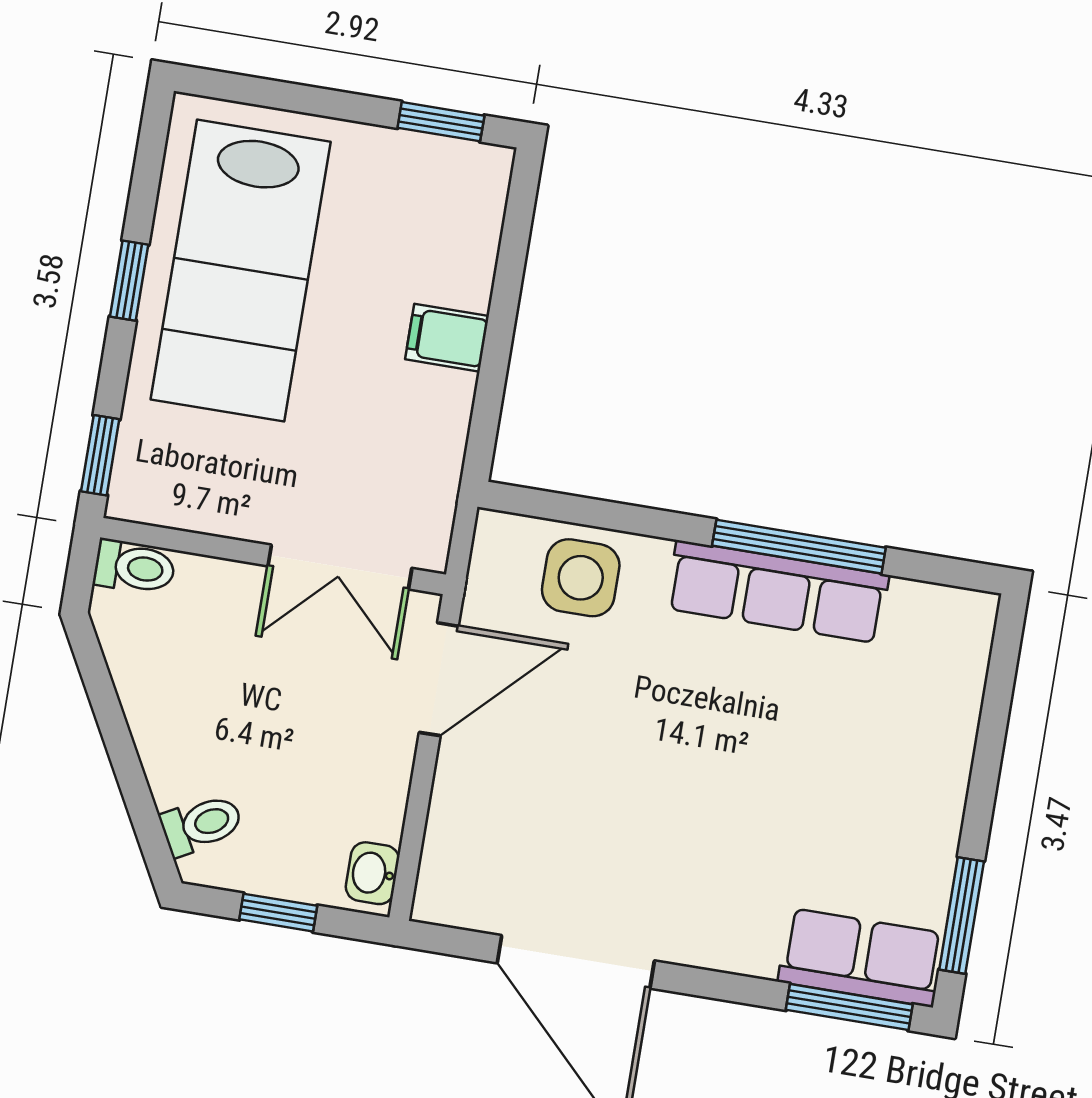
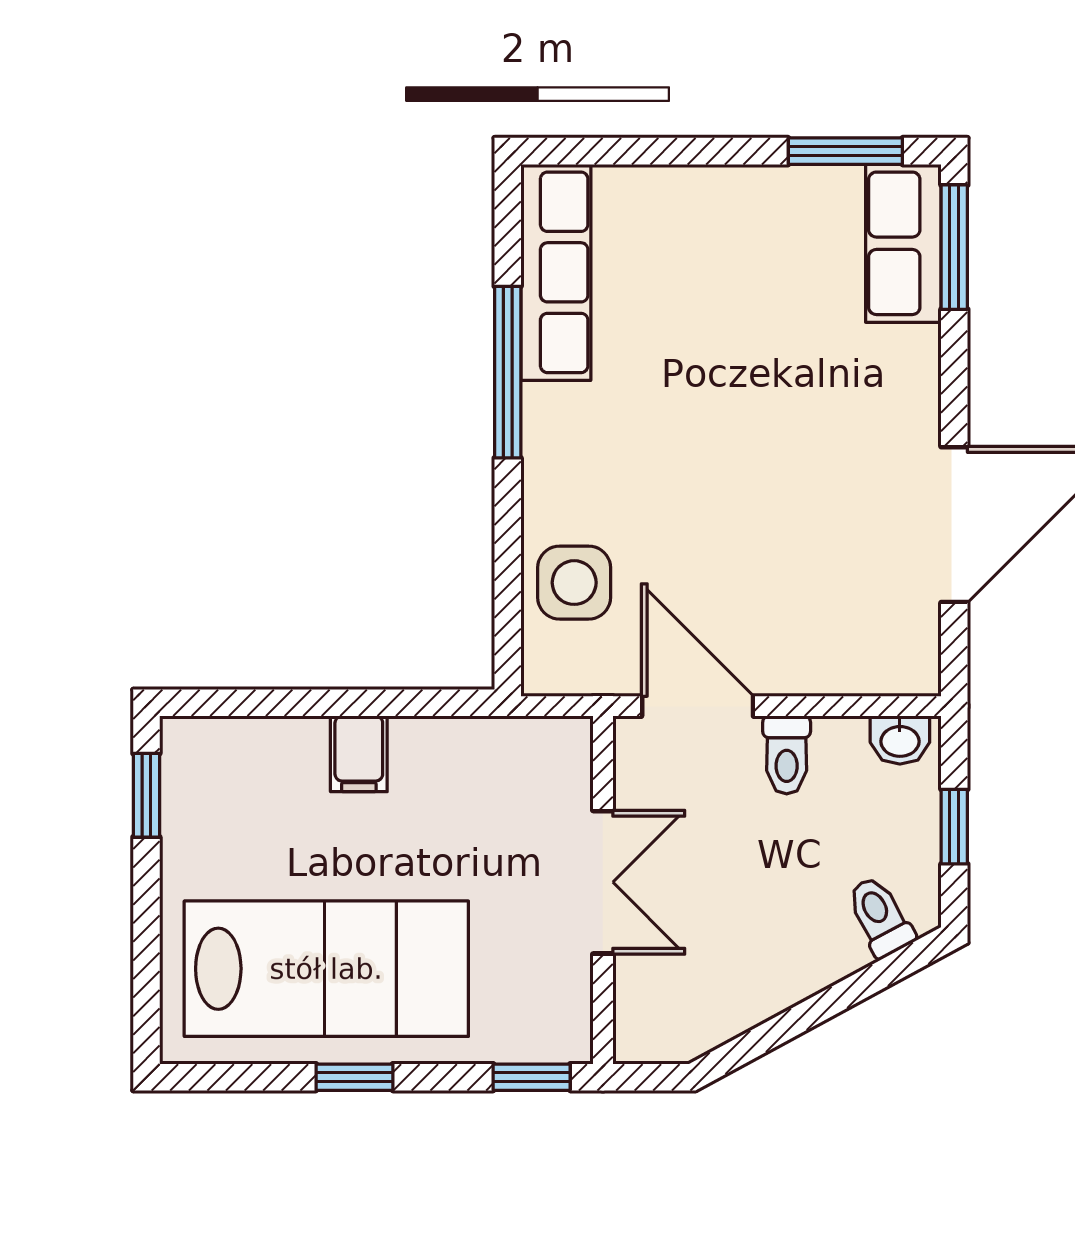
toilet: (134, 567) -> (787, 755), moved, turned 180
double door: (340, 567) -> (603, 882), moved
row of seats: (777, 592) -> (556, 272), moved

